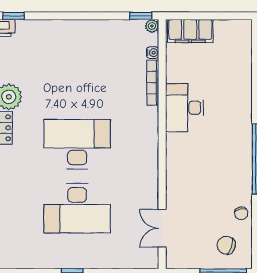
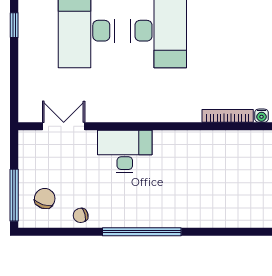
desk: (184, 108) -> (125, 152), moved

